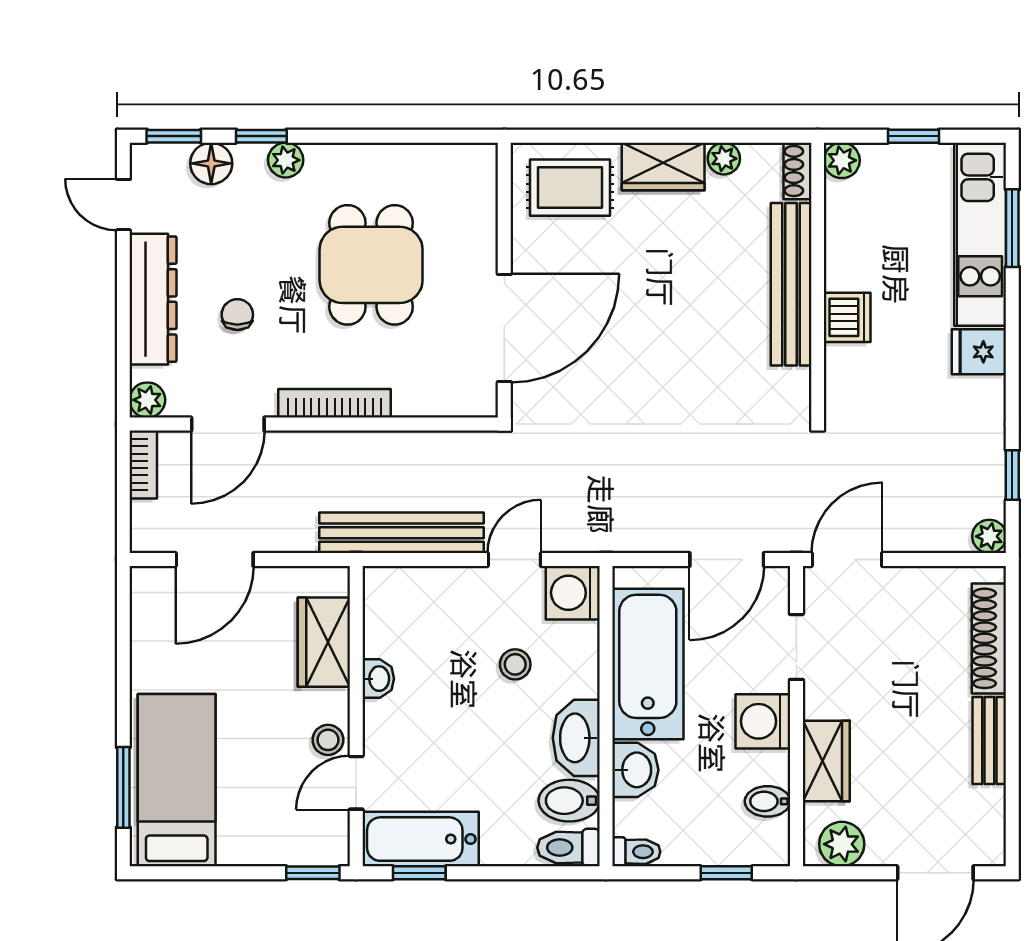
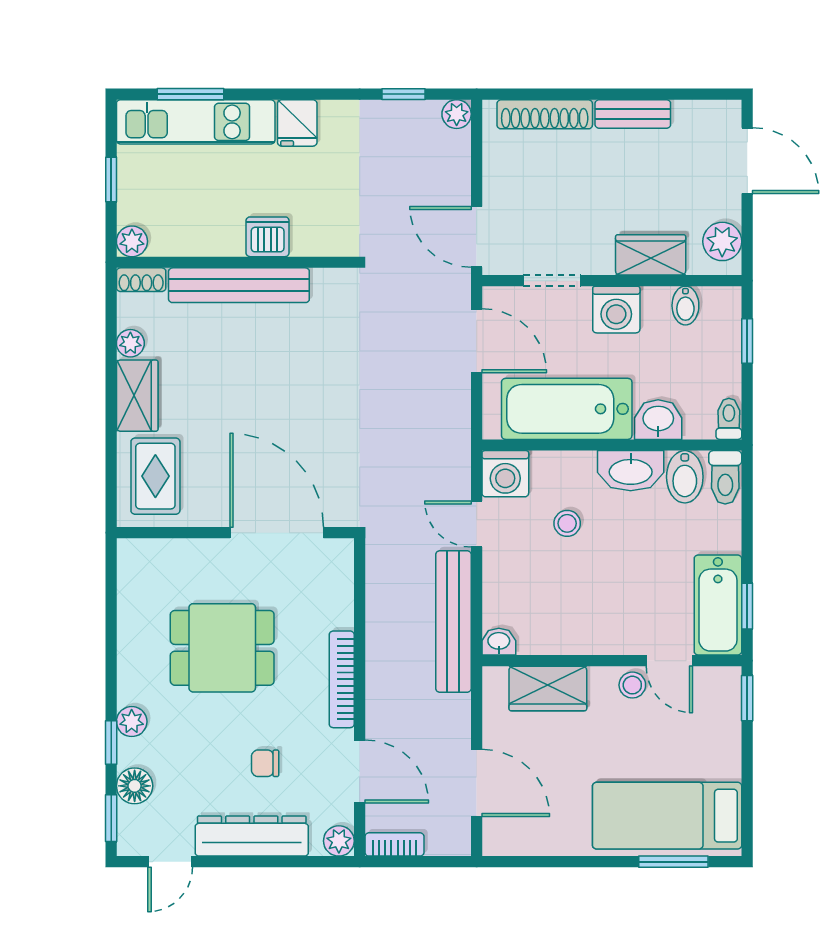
washbasin: (378, 679) -> (499, 642), moved

